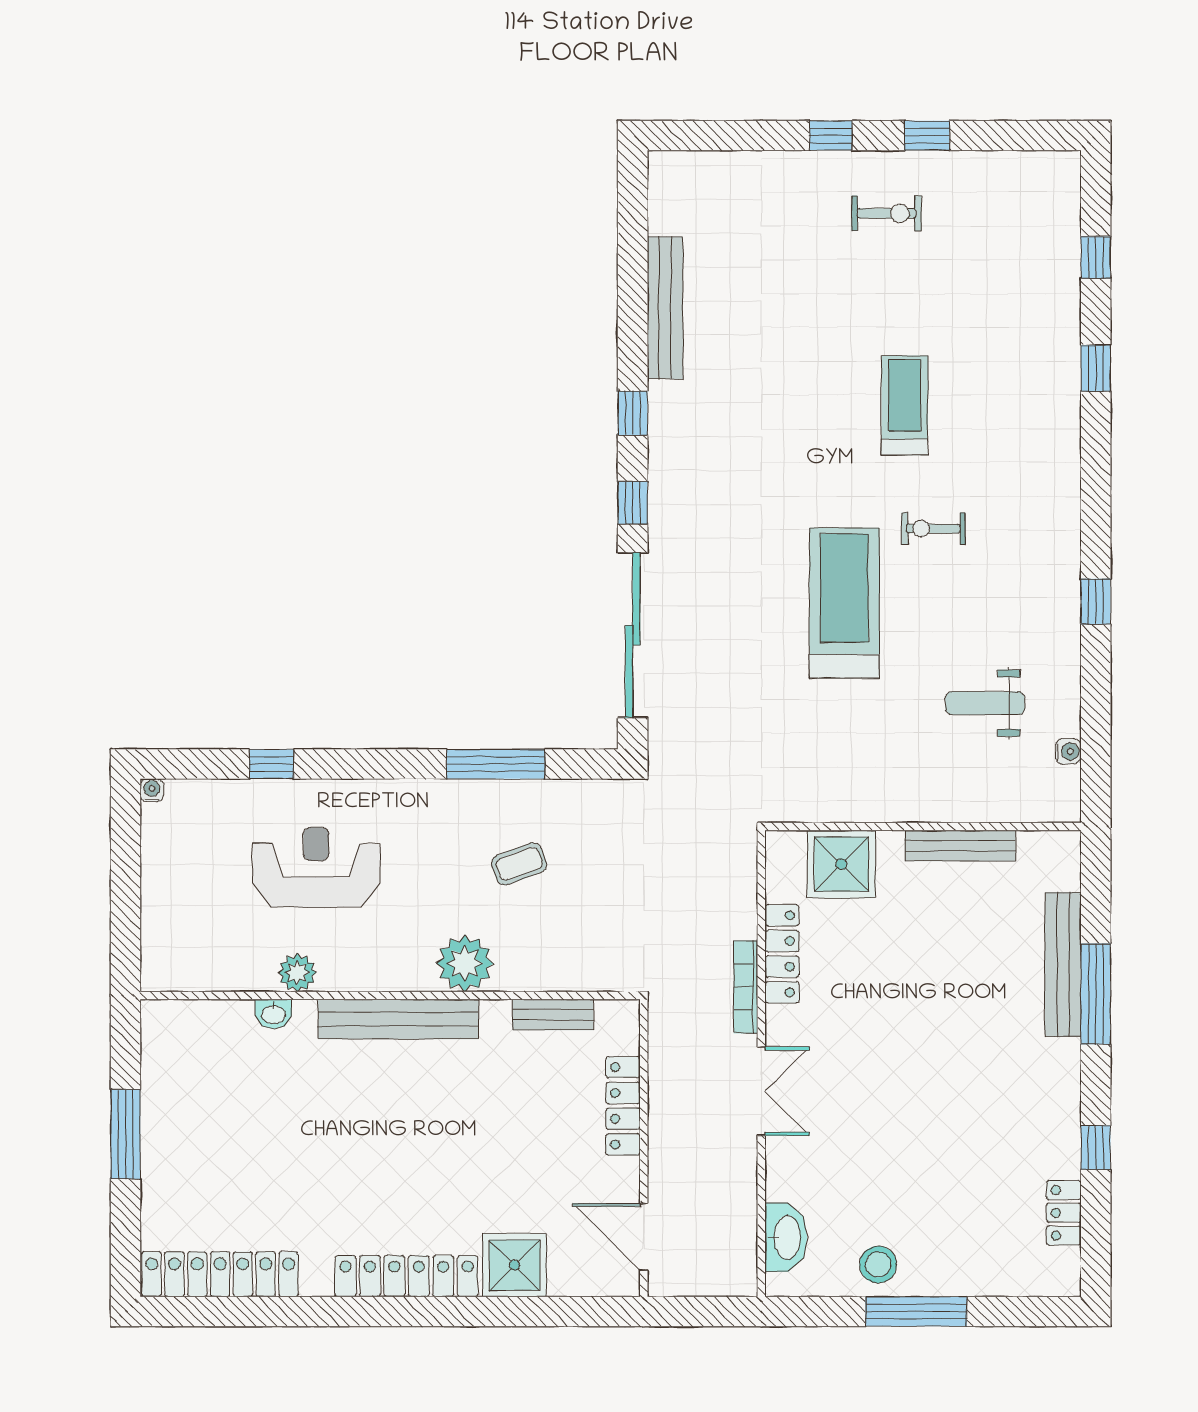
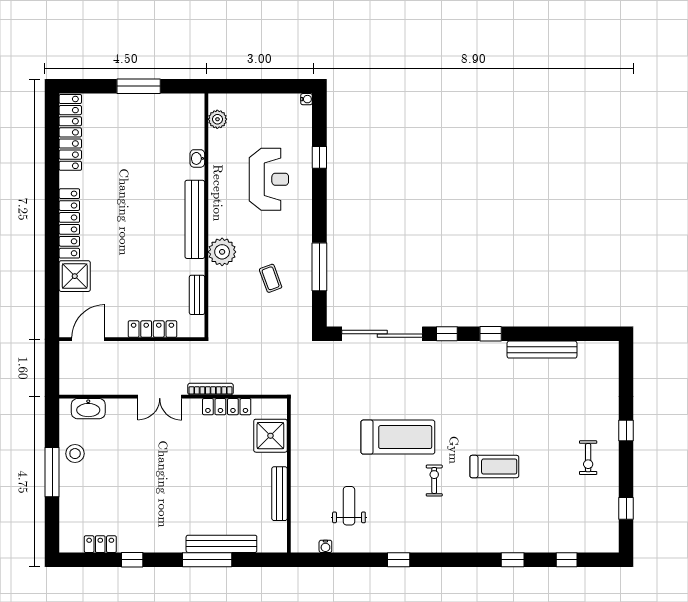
window: (927, 136) -> (626, 508), moved
plant: (297, 973) -> (217, 119), moved

